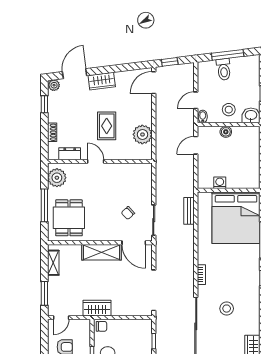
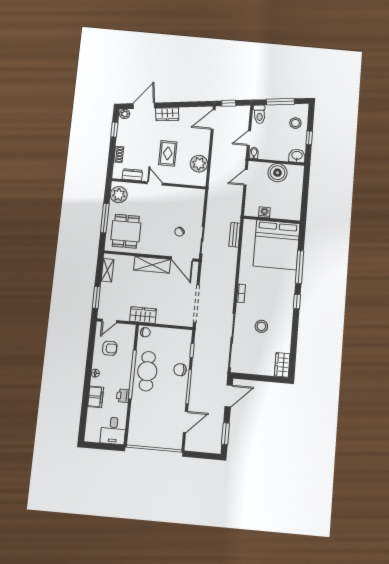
toilet: (224, 69) -> (259, 114), moved
stool: (229, 110) -> (295, 123), moved
boiler: (226, 132) -> (277, 173), width x1.86, depth x1.86

